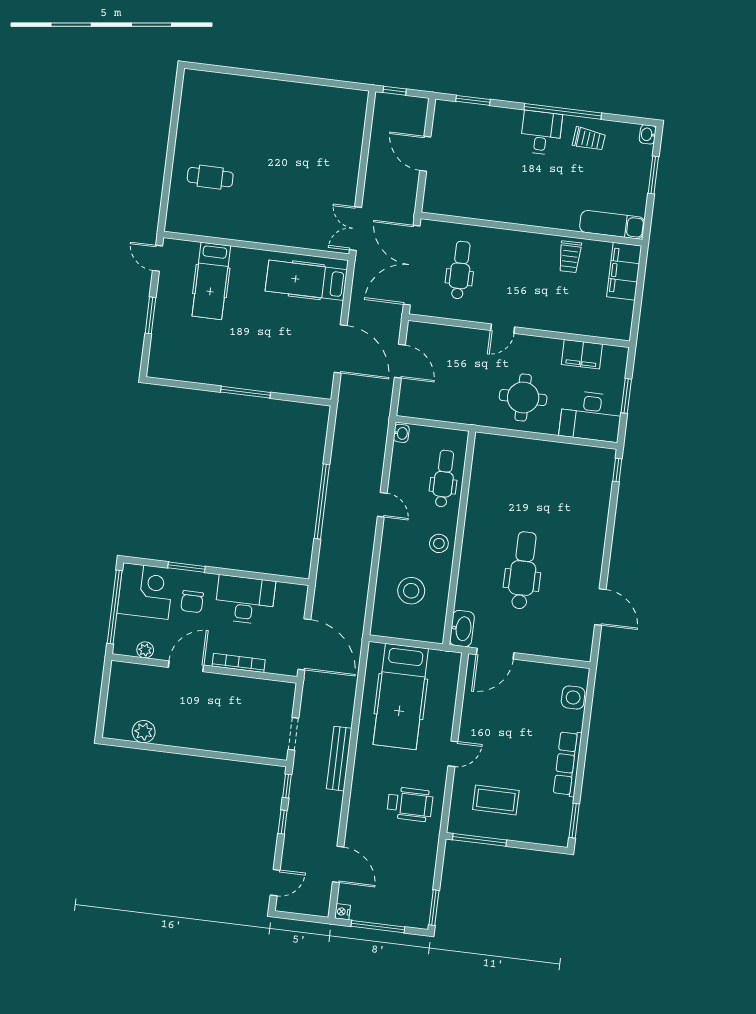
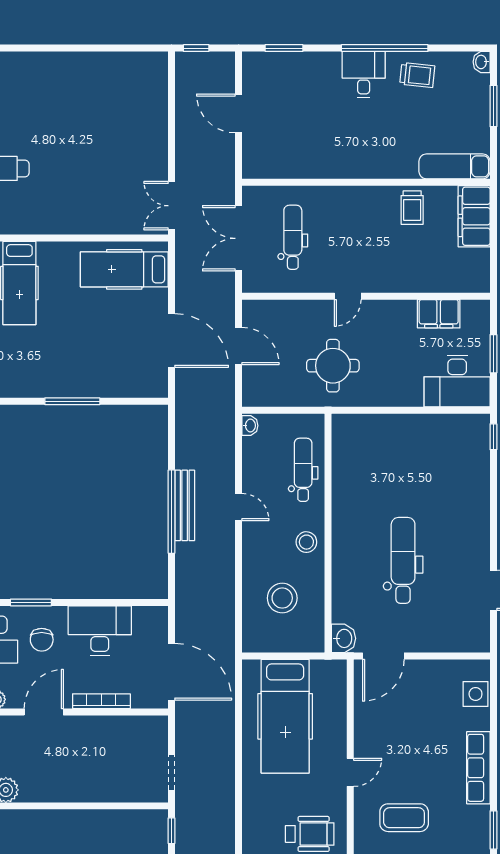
double door: (412, 265) -> (239, 238), width x0.73
round table: (523, 398) -> (333, 366), moved
washbasin: (462, 629) -> (343, 638), width x0.72
bench: (339, 759) -> (185, 505), moved

